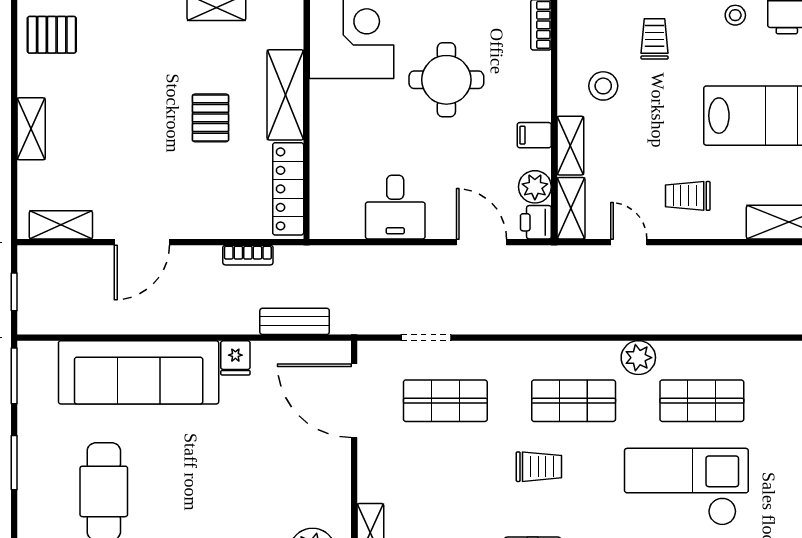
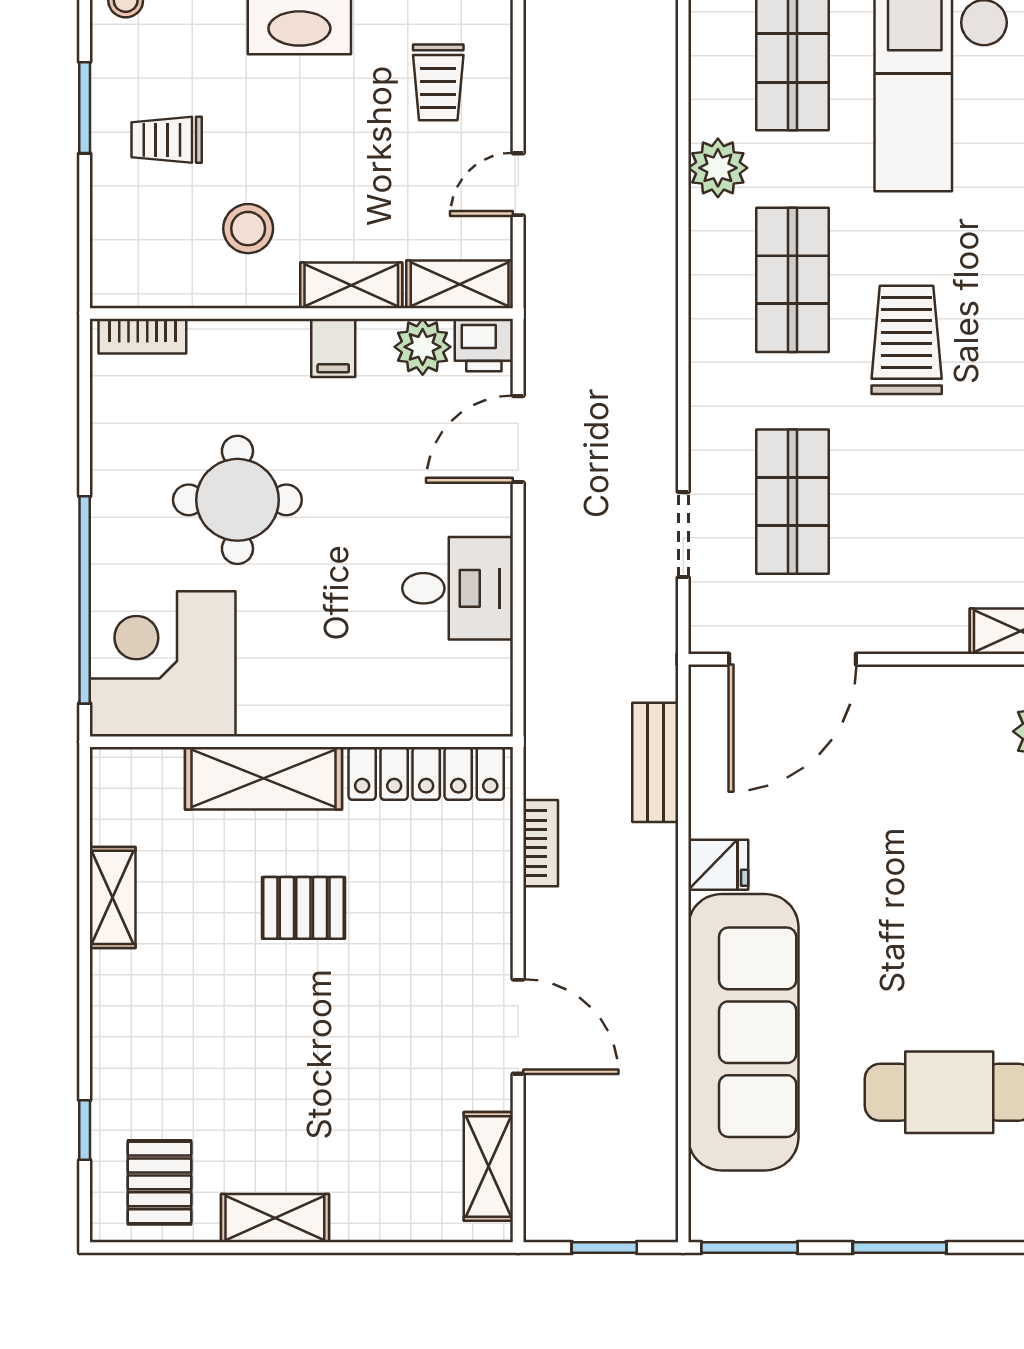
shelving: (31, 129) -> (275, 1218), moved
trolley: (539, 467) -> (907, 340), width x1.36, depth x1.39

